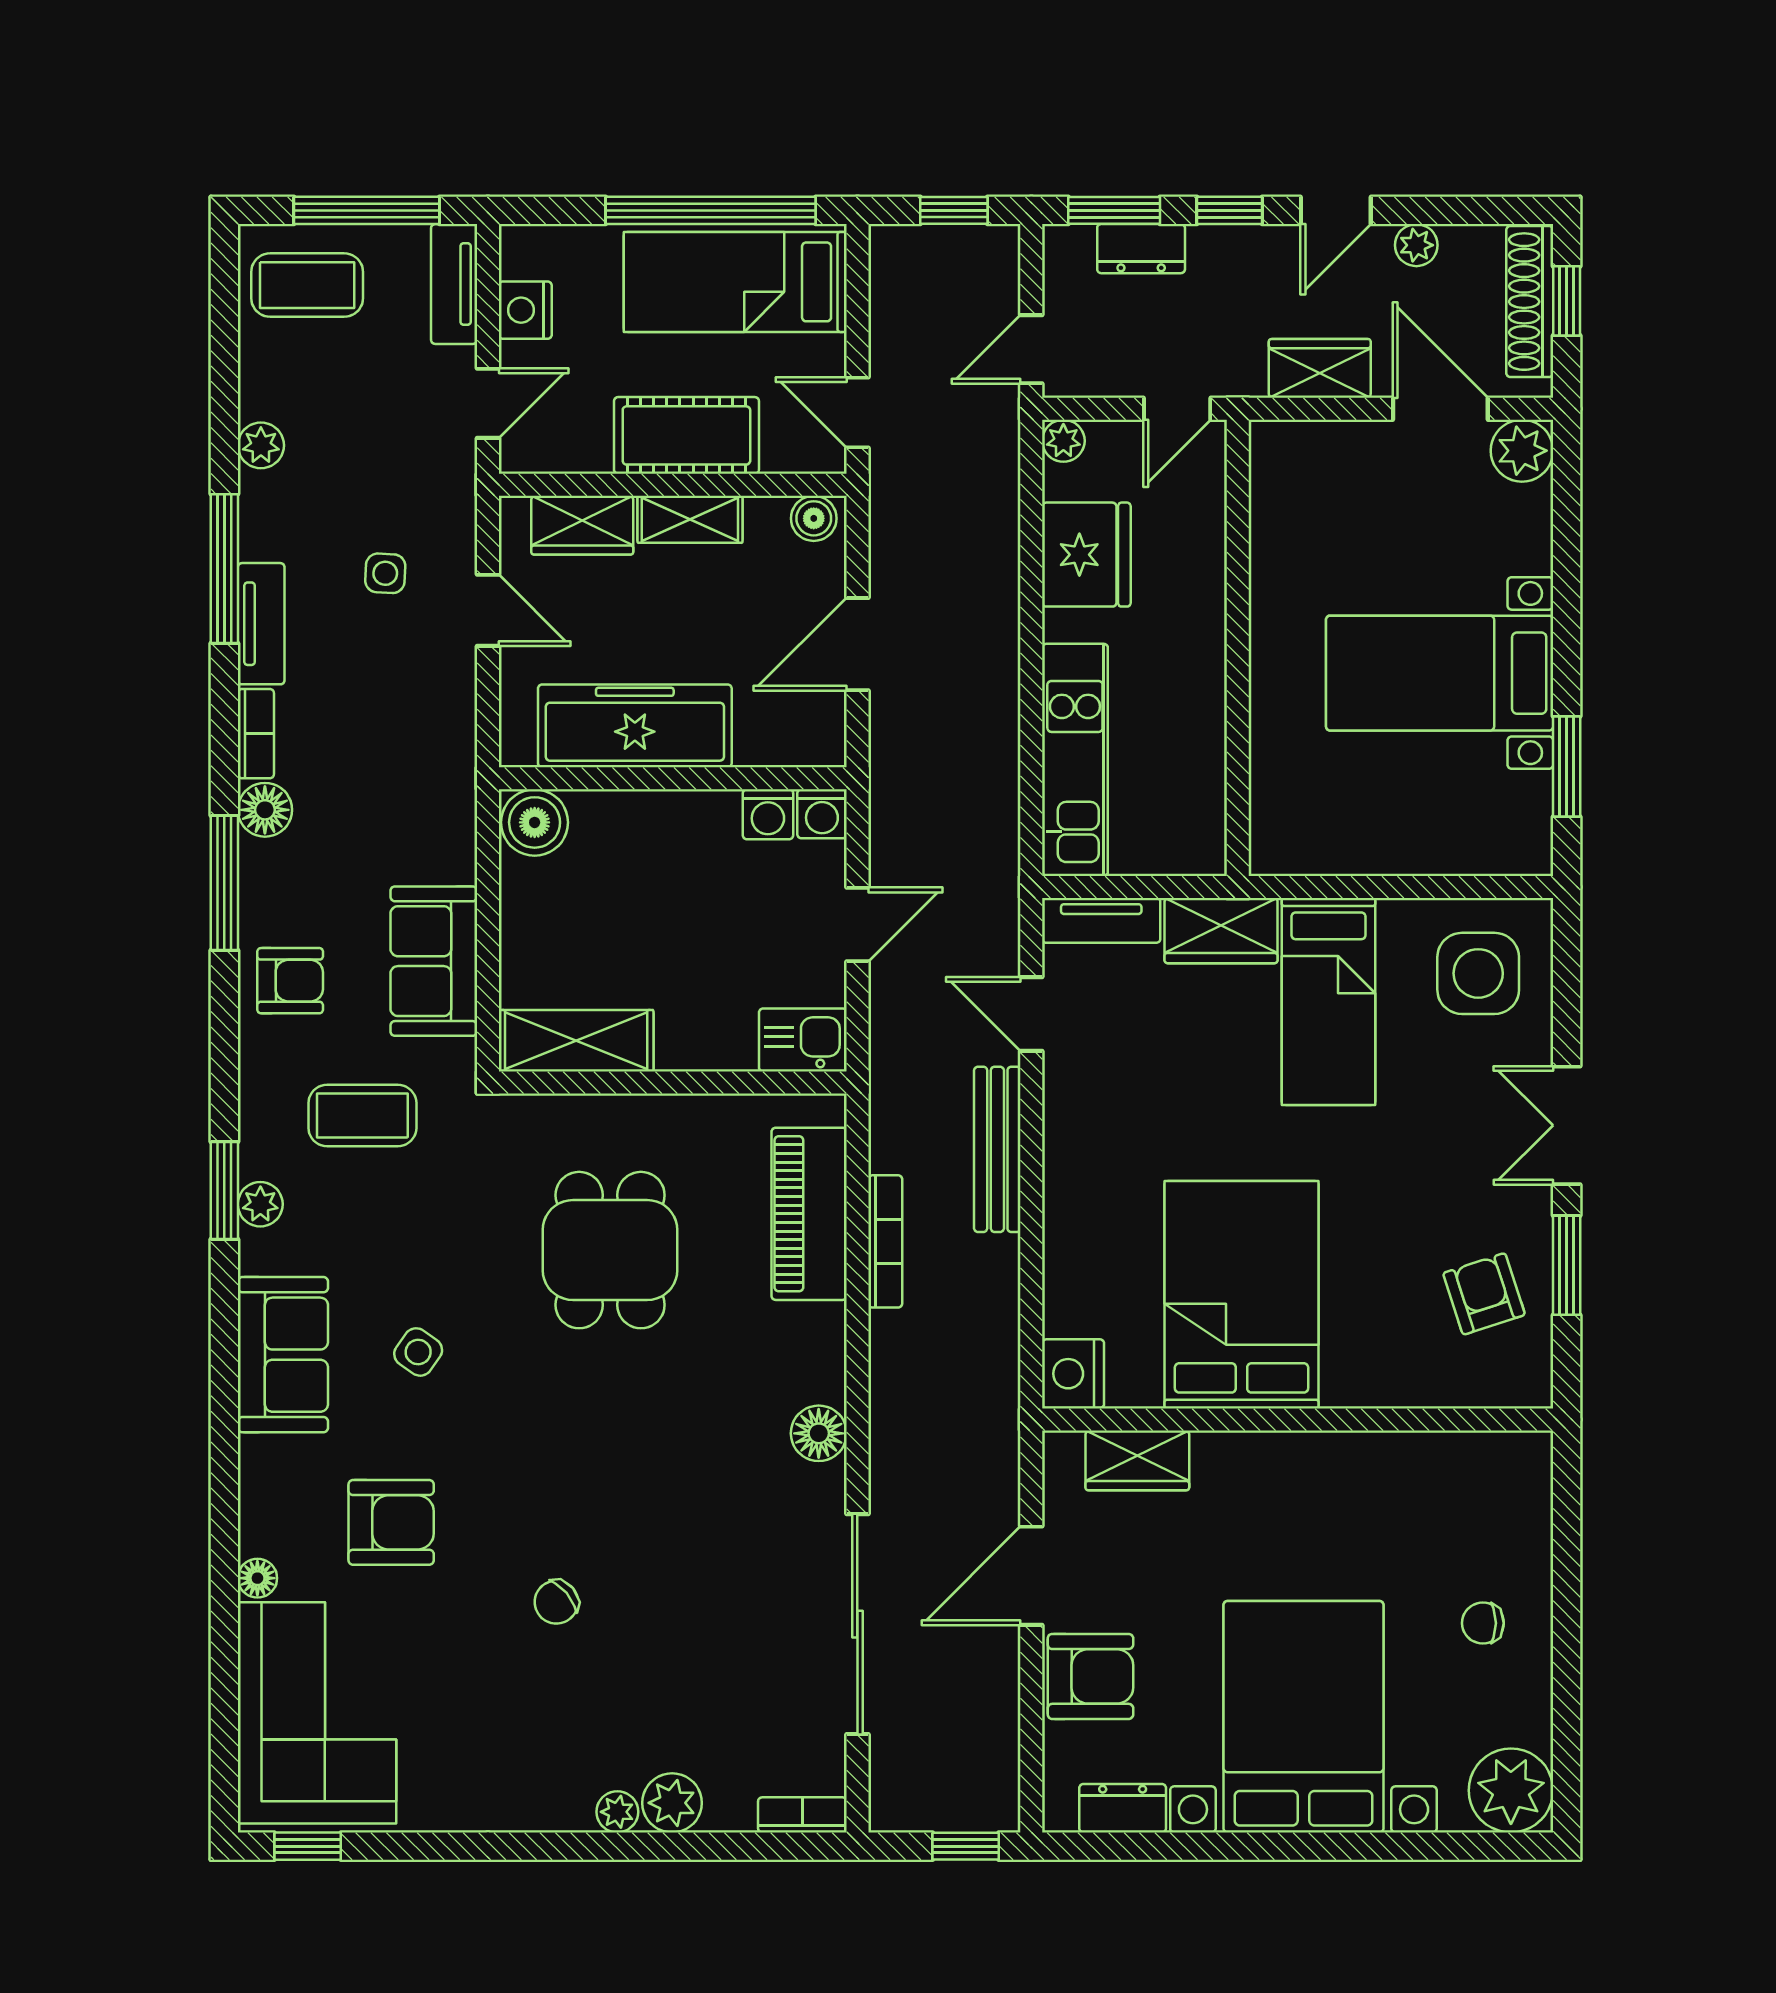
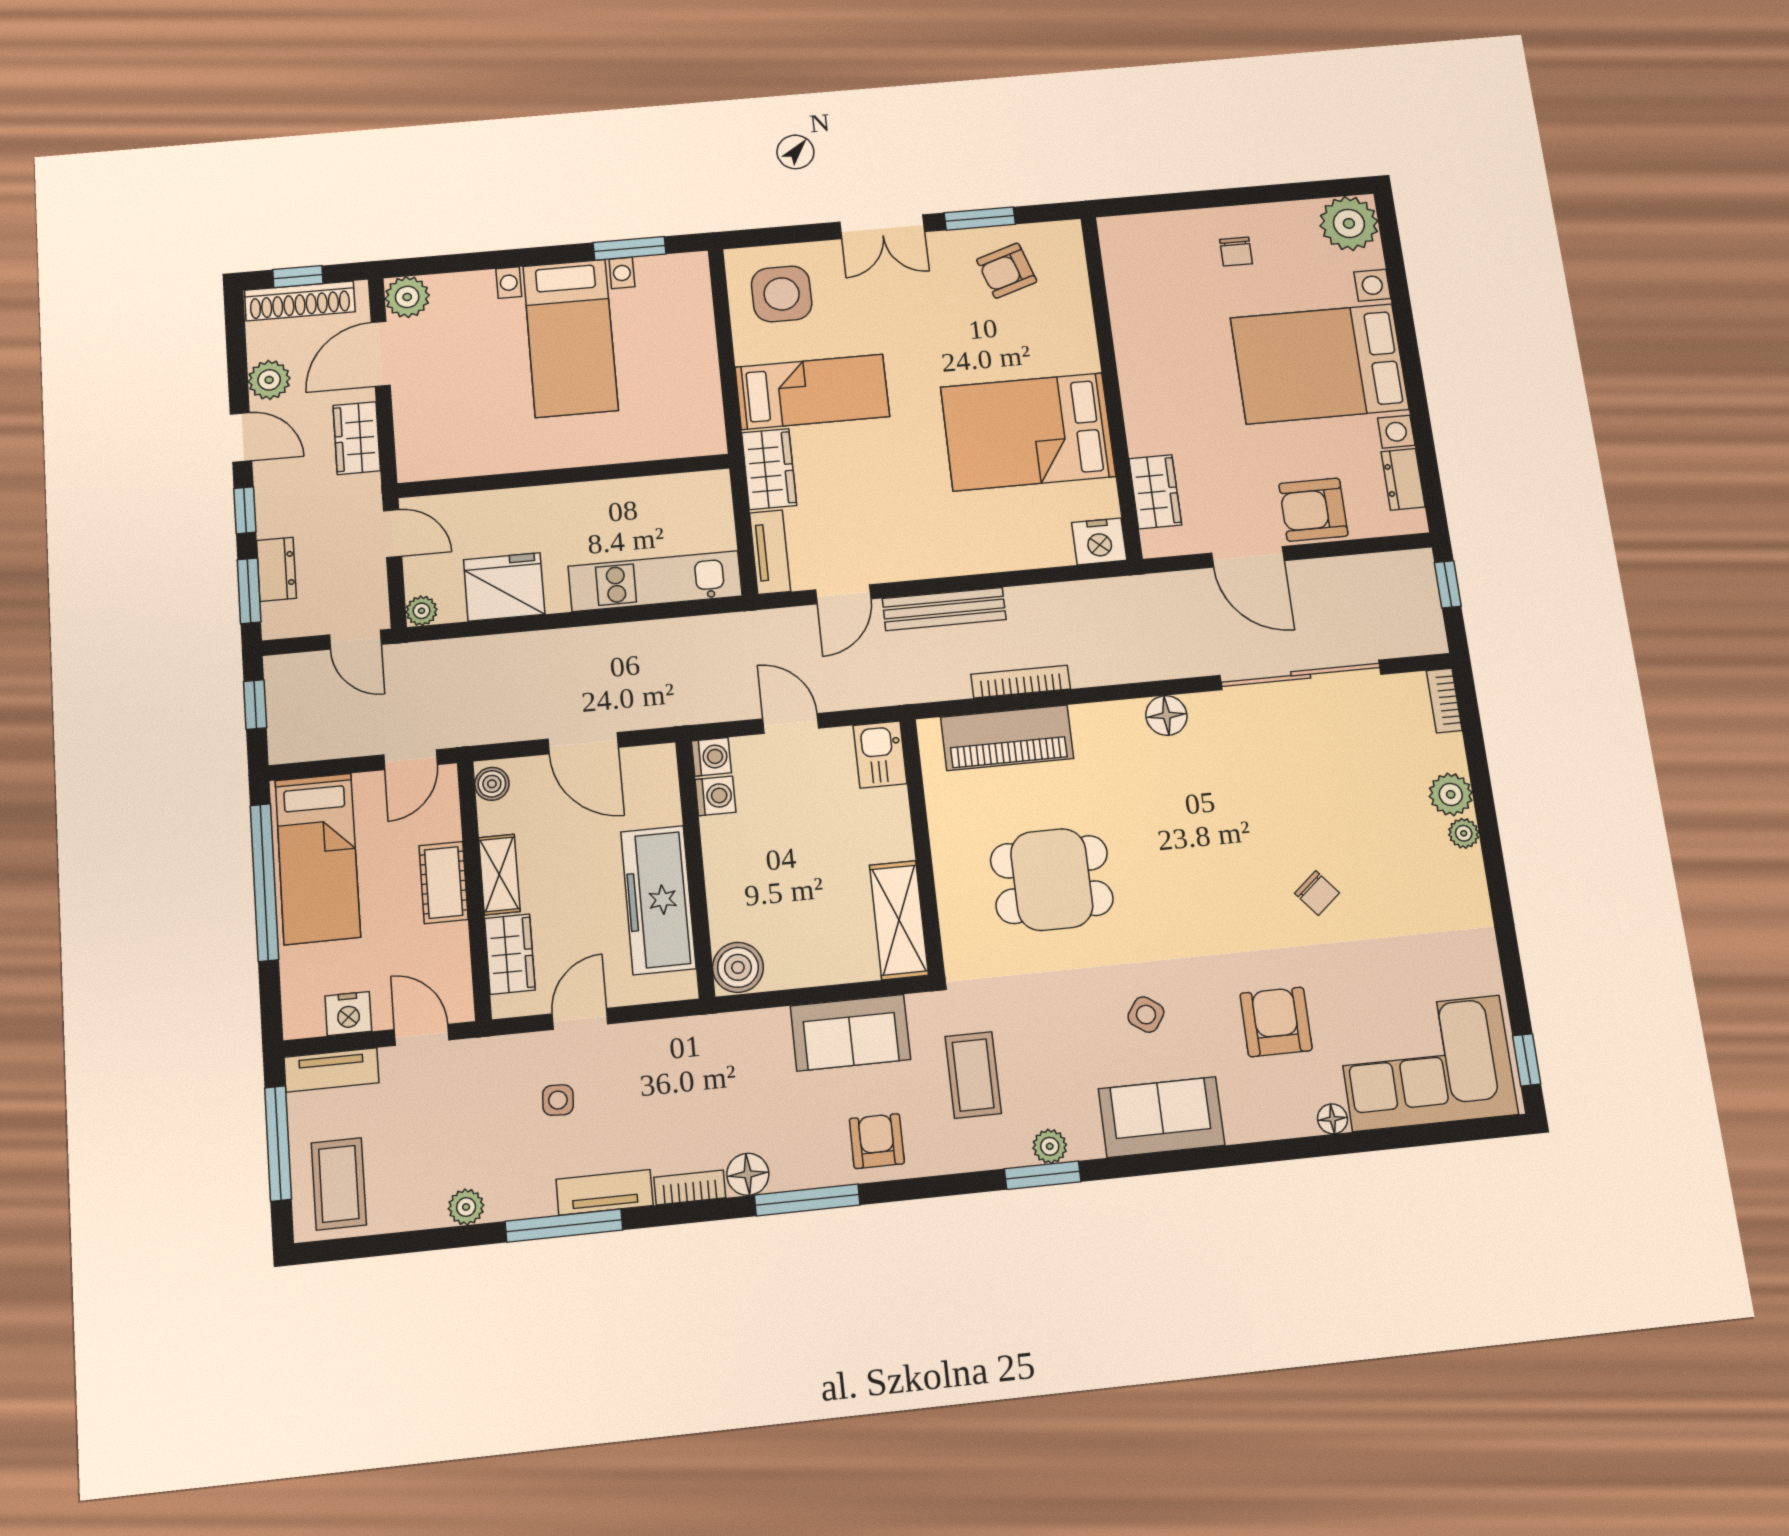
plant: (1416, 245) -> (269, 380), width x1.38, depth x1.38
cot: (686, 435) -> (444, 883), width x0.73, depth x0.75
armchair: (1090, 1676) -> (1313, 510), turned -90

